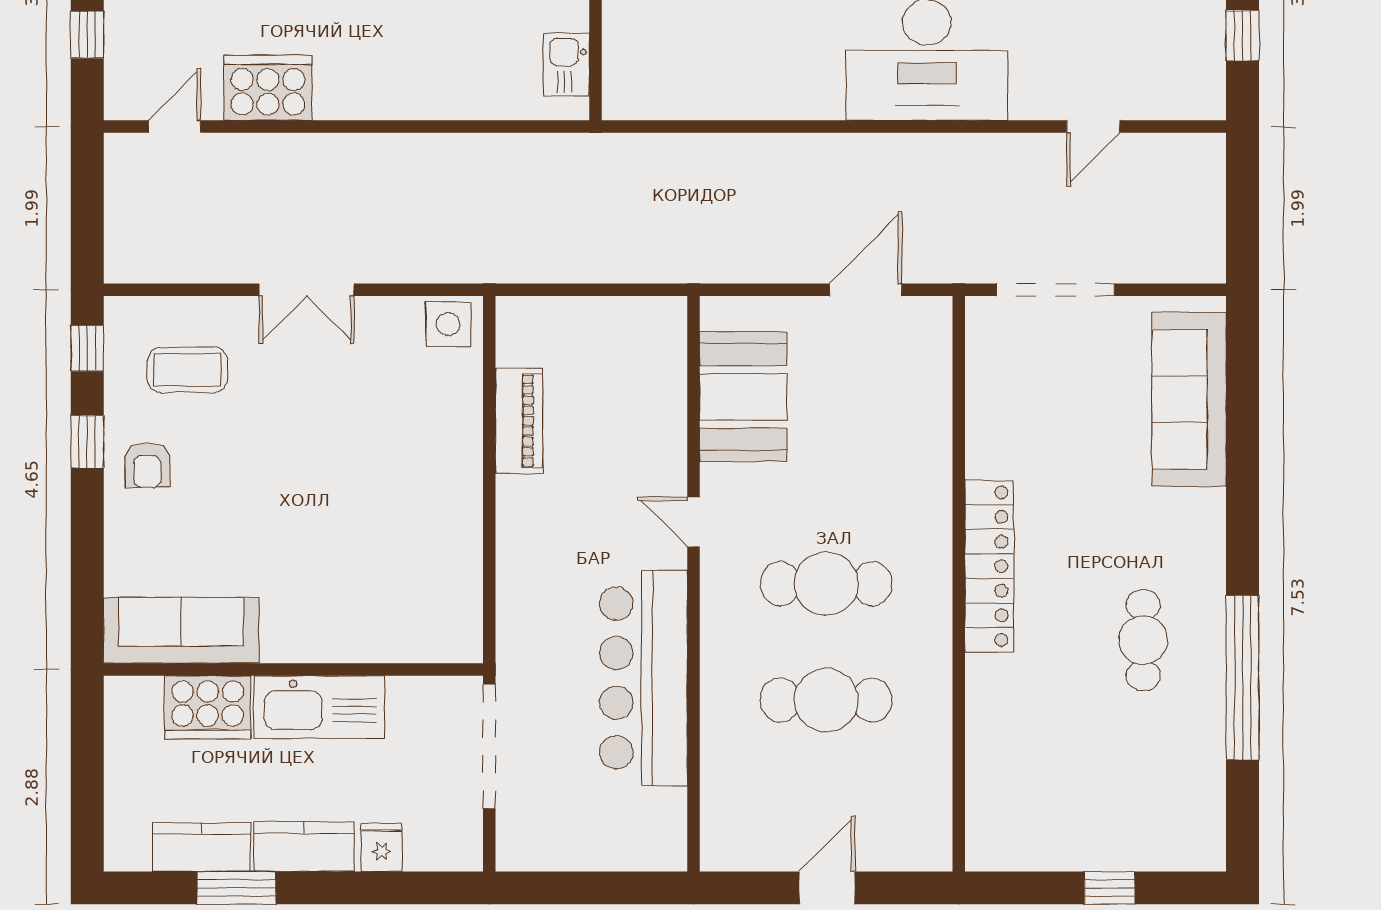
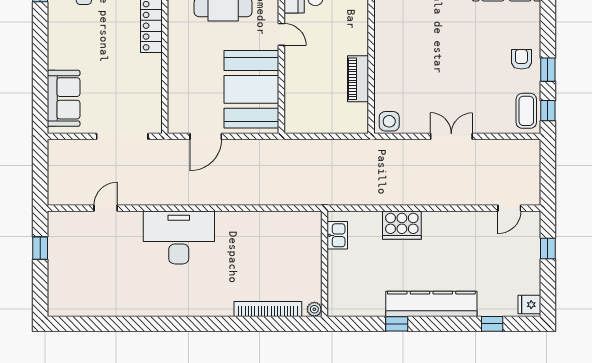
cooker: (268, 88) -> (402, 225), moved
coffee table: (188, 370) -> (526, 111), moved, turned 90
booth: (743, 397) -> (251, 89), width x1.36, depth x1.42
sofa: (1189, 399) -> (64, 98), width x0.73

